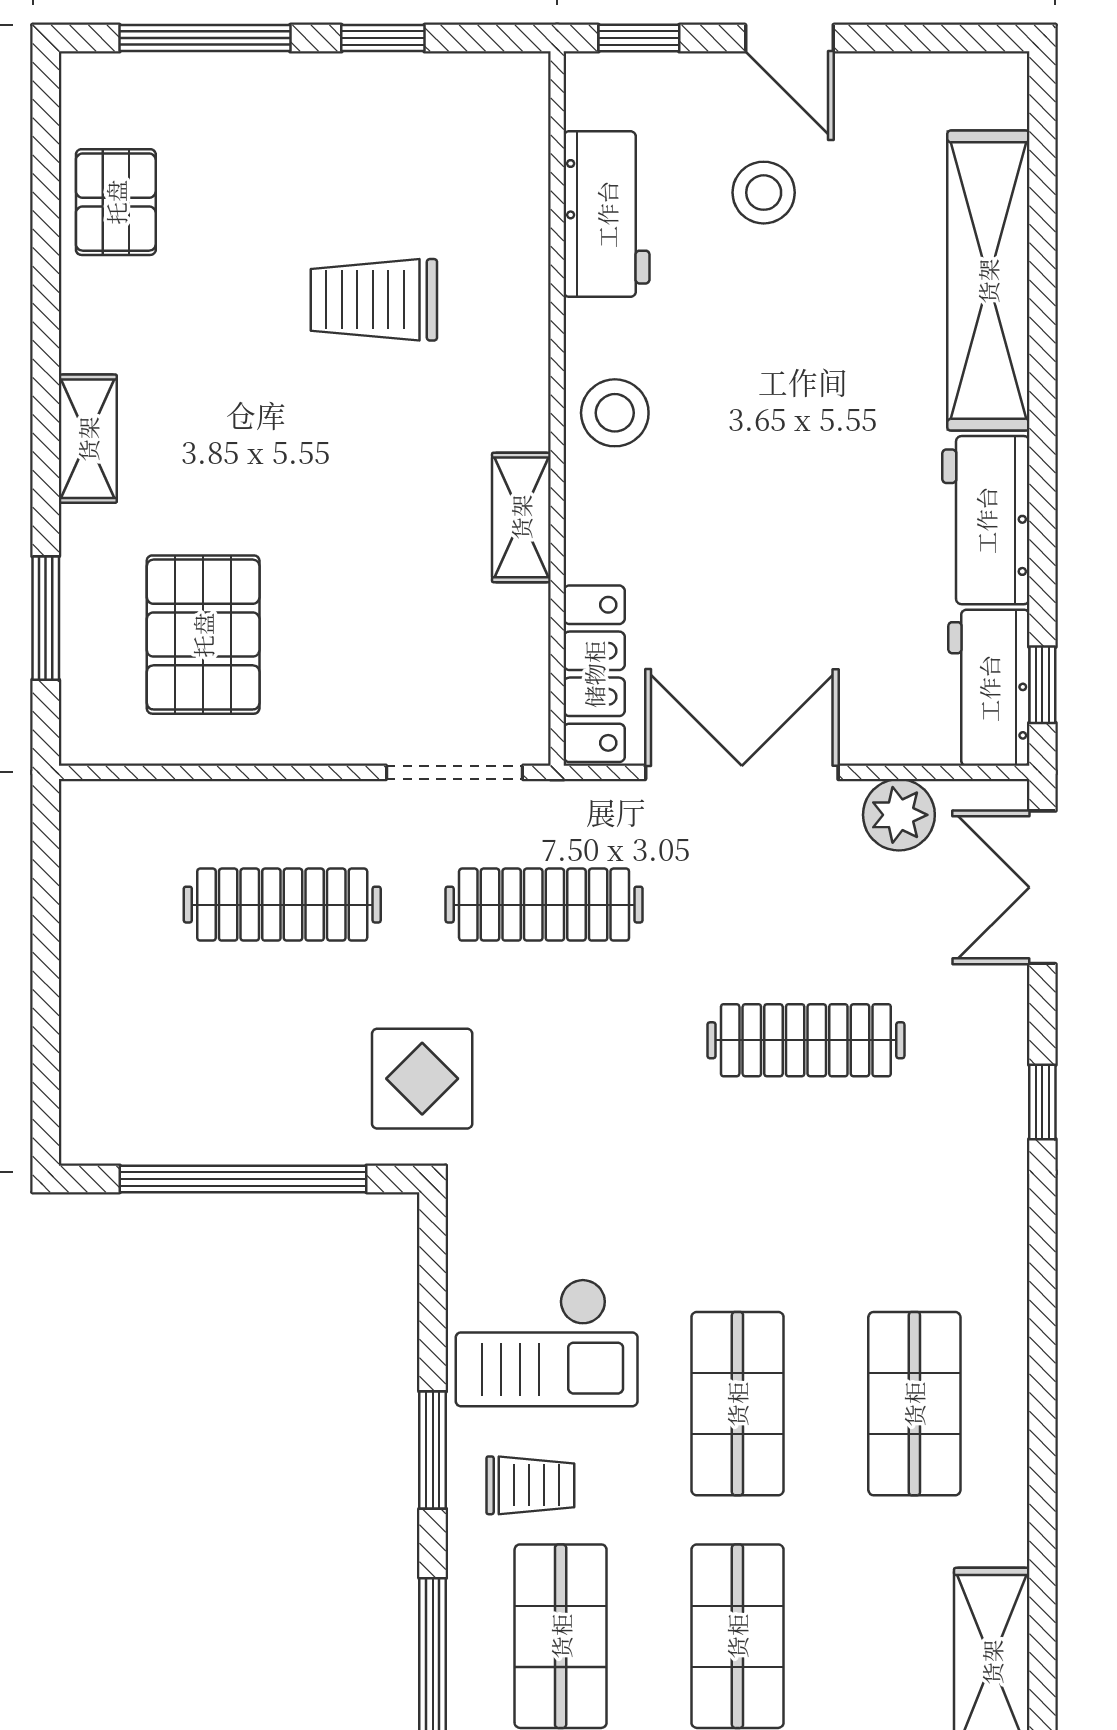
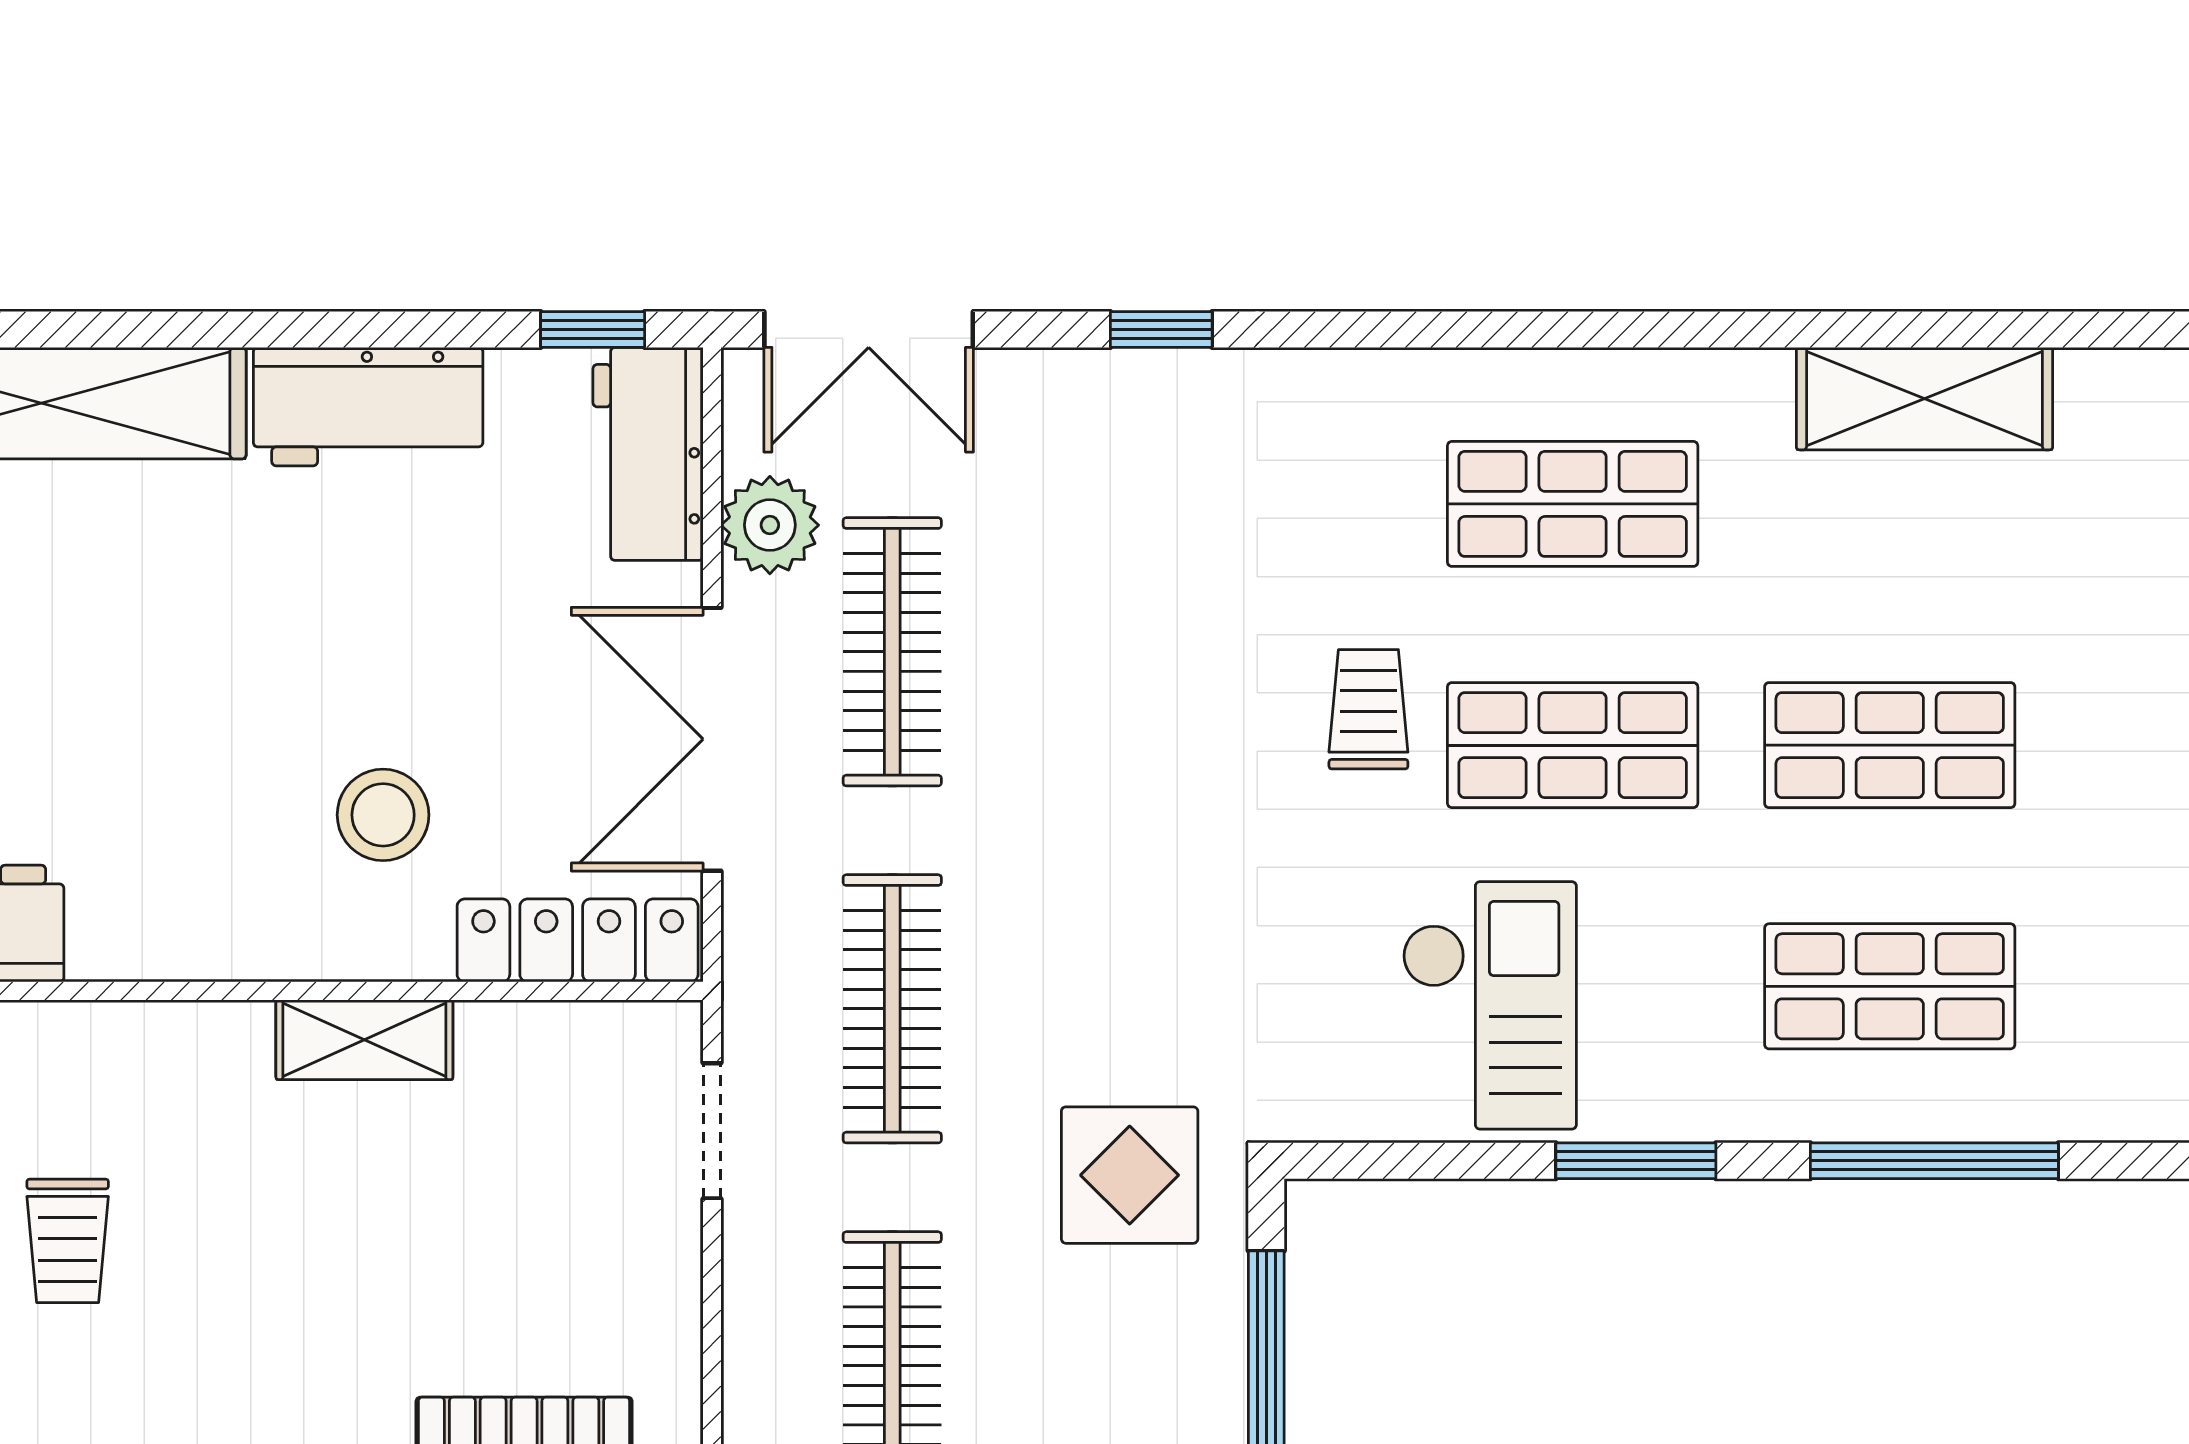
trolley: (374, 300) -> (68, 1241), width x0.73, depth x0.72
stool: (615, 413) -> (383, 815), moved
workbench: (989, 688) -> (648, 454), moved, turned 90
doorway: (455, 772) -> (712, 1131), width x0.73
clothes rail: (806, 1040) -> (892, 652), moved
trolley: (530, 1485) -> (1368, 709), moved

